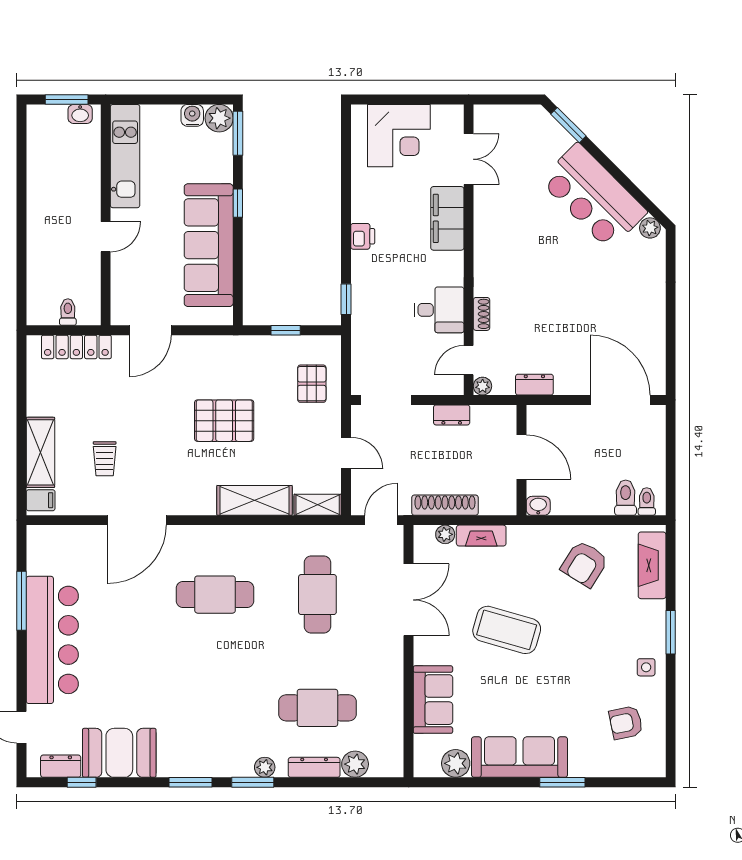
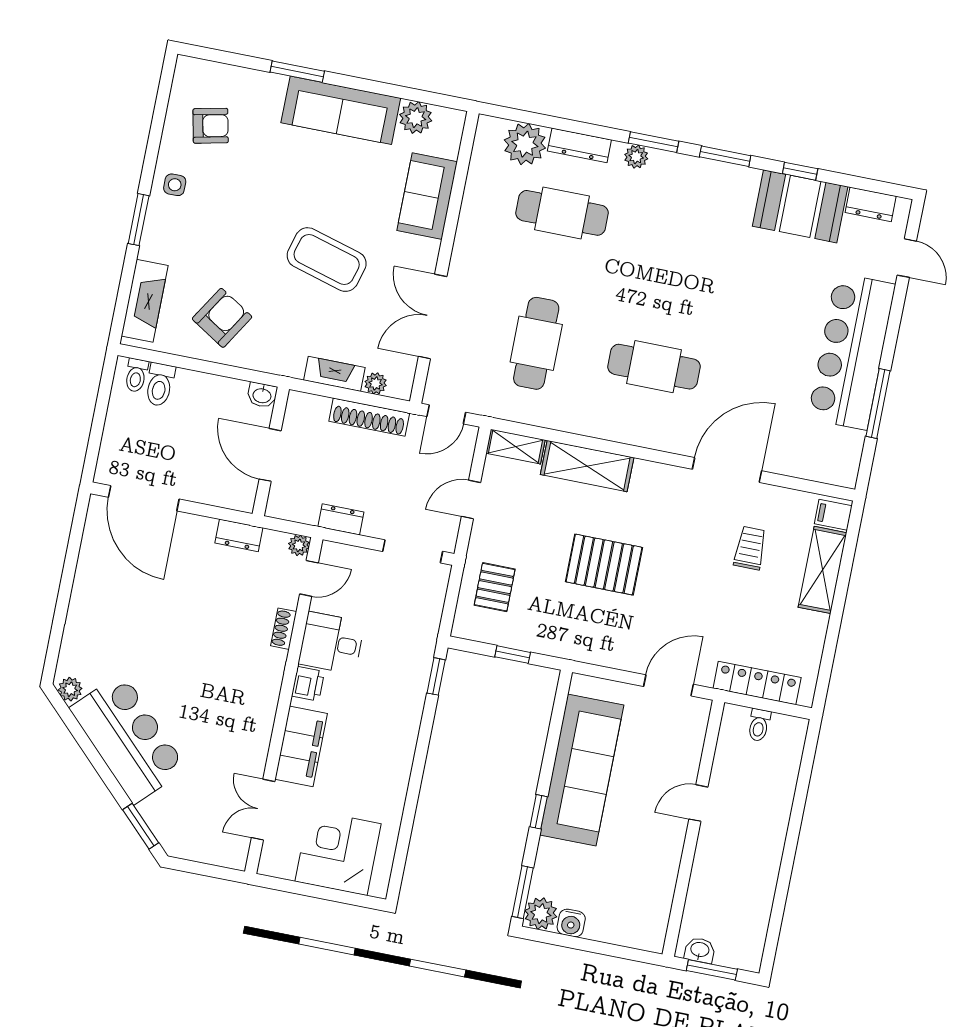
kitchen unit: (125, 156) -> (658, 891), removed
printer: (363, 236) -> (308, 684), moved, turned 180
door: (346, 453) -> (471, 500), hinge flipped
plant: (355, 764) -> (525, 144), width x1.36, depth x1.36
window: (82, 782) -> (800, 171), moved

